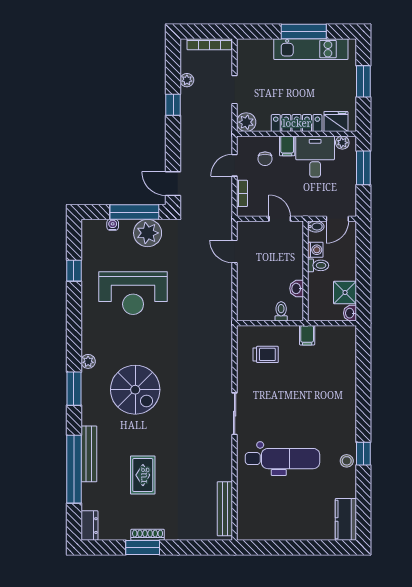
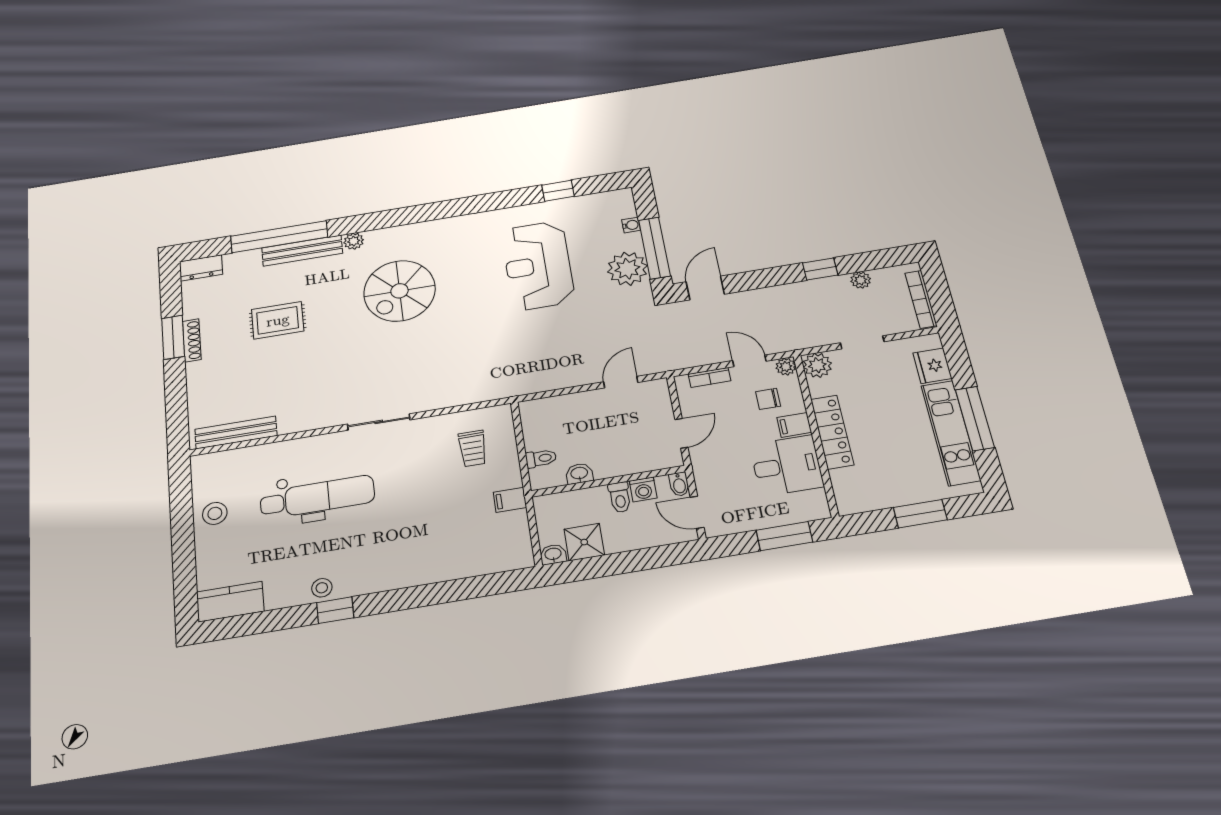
fridge: (336, 121) -> (932, 366), moved, turned 180
plant: (342, 143) -> (786, 367), moved
plant: (88, 361) -> (354, 241), moved
window: (74, 389) -> (392, 218), removed
dental chair: (282, 459) -> (317, 497), turned -90
stool: (282, 526) -> (215, 513), added

